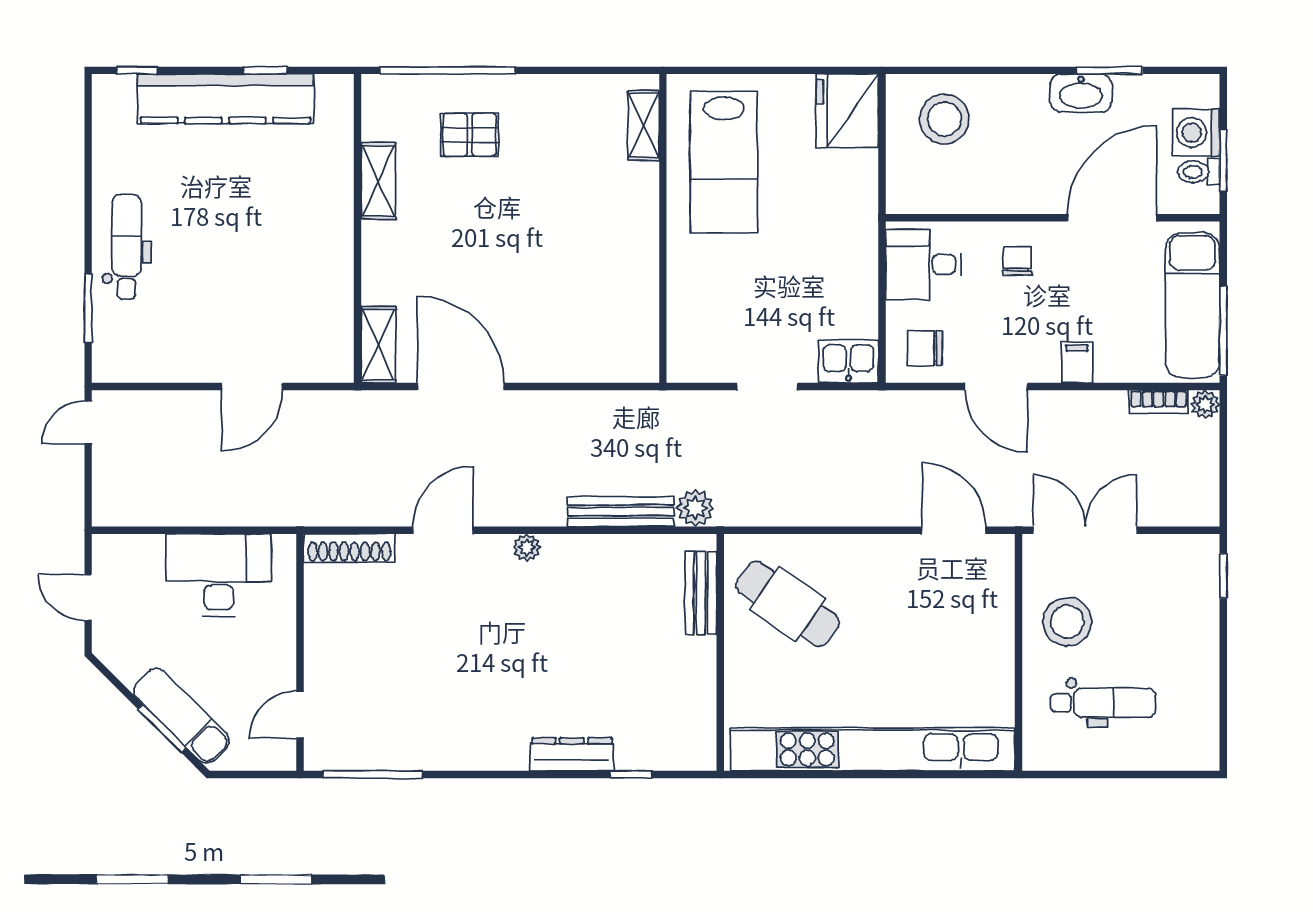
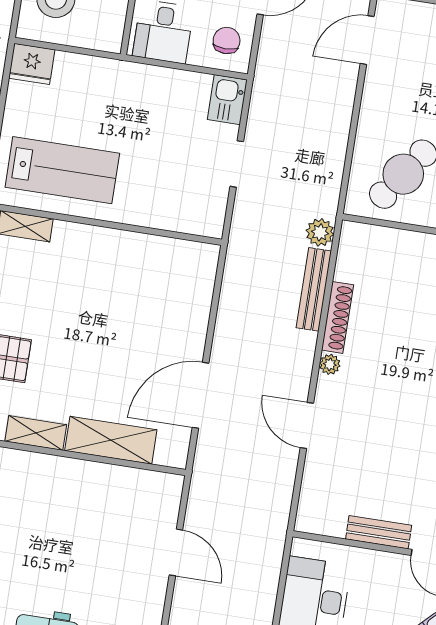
fridge: (847, 111) -> (32, 64), width x0.73, depth x0.75
shelving: (378, 345) -> (111, 440), moved, width x1.50, depth x1.33
chair: (925, 348) -> (227, 40), turned 180
shoe rack: (349, 548) -> (337, 317), moved
bench: (701, 593) -> (379, 532), moved

